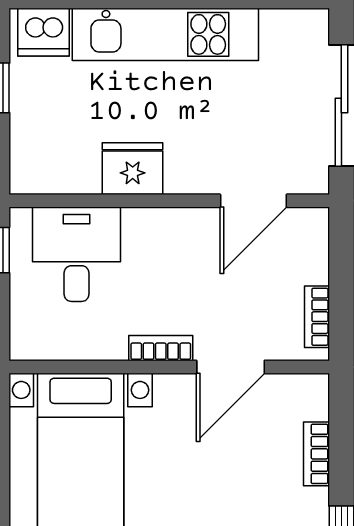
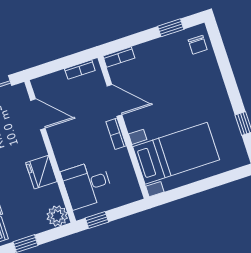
plant: (32, 172) -> (57, 216), added
bookcase: (316, 454) -> (119, 57), moved

